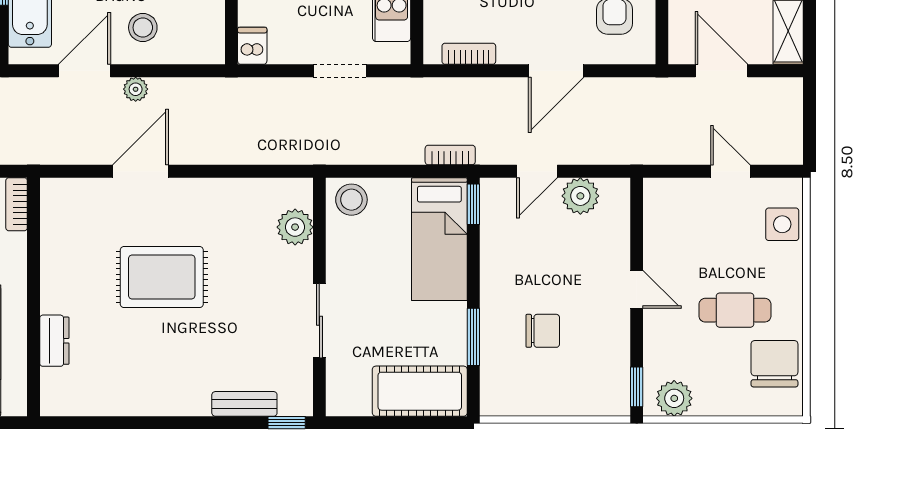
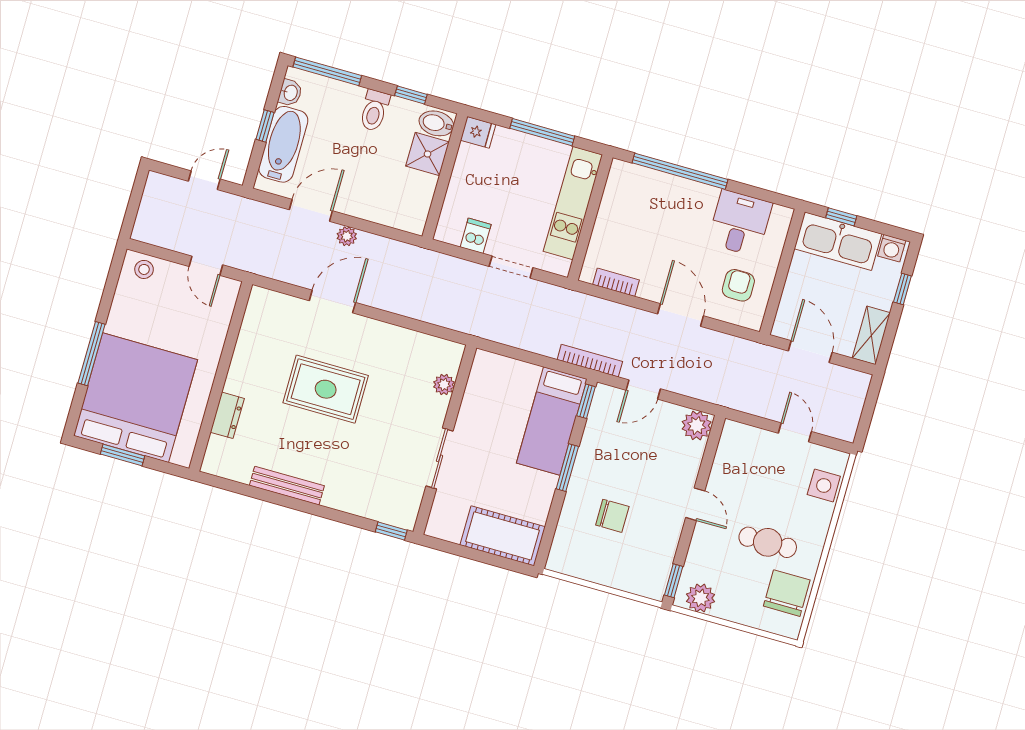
stool: (143, 28) -> (366, 189), removed
dishwasher: (252, 46) -> (476, 236), moved
door: (556, 71) -> (681, 315), swing flipped
bookcase: (450, 155) -> (590, 361), width x1.56
plant: (580, 196) -> (697, 426), moved
stool: (351, 200) -> (492, 371), removed
bookcase: (17, 204) -> (228, 300), removed
plant: (295, 227) -> (444, 385), width x0.73, depth x0.73
window: (473, 337) -> (567, 468), moved
bench: (244, 404) -> (287, 486), moved, width x1.36

